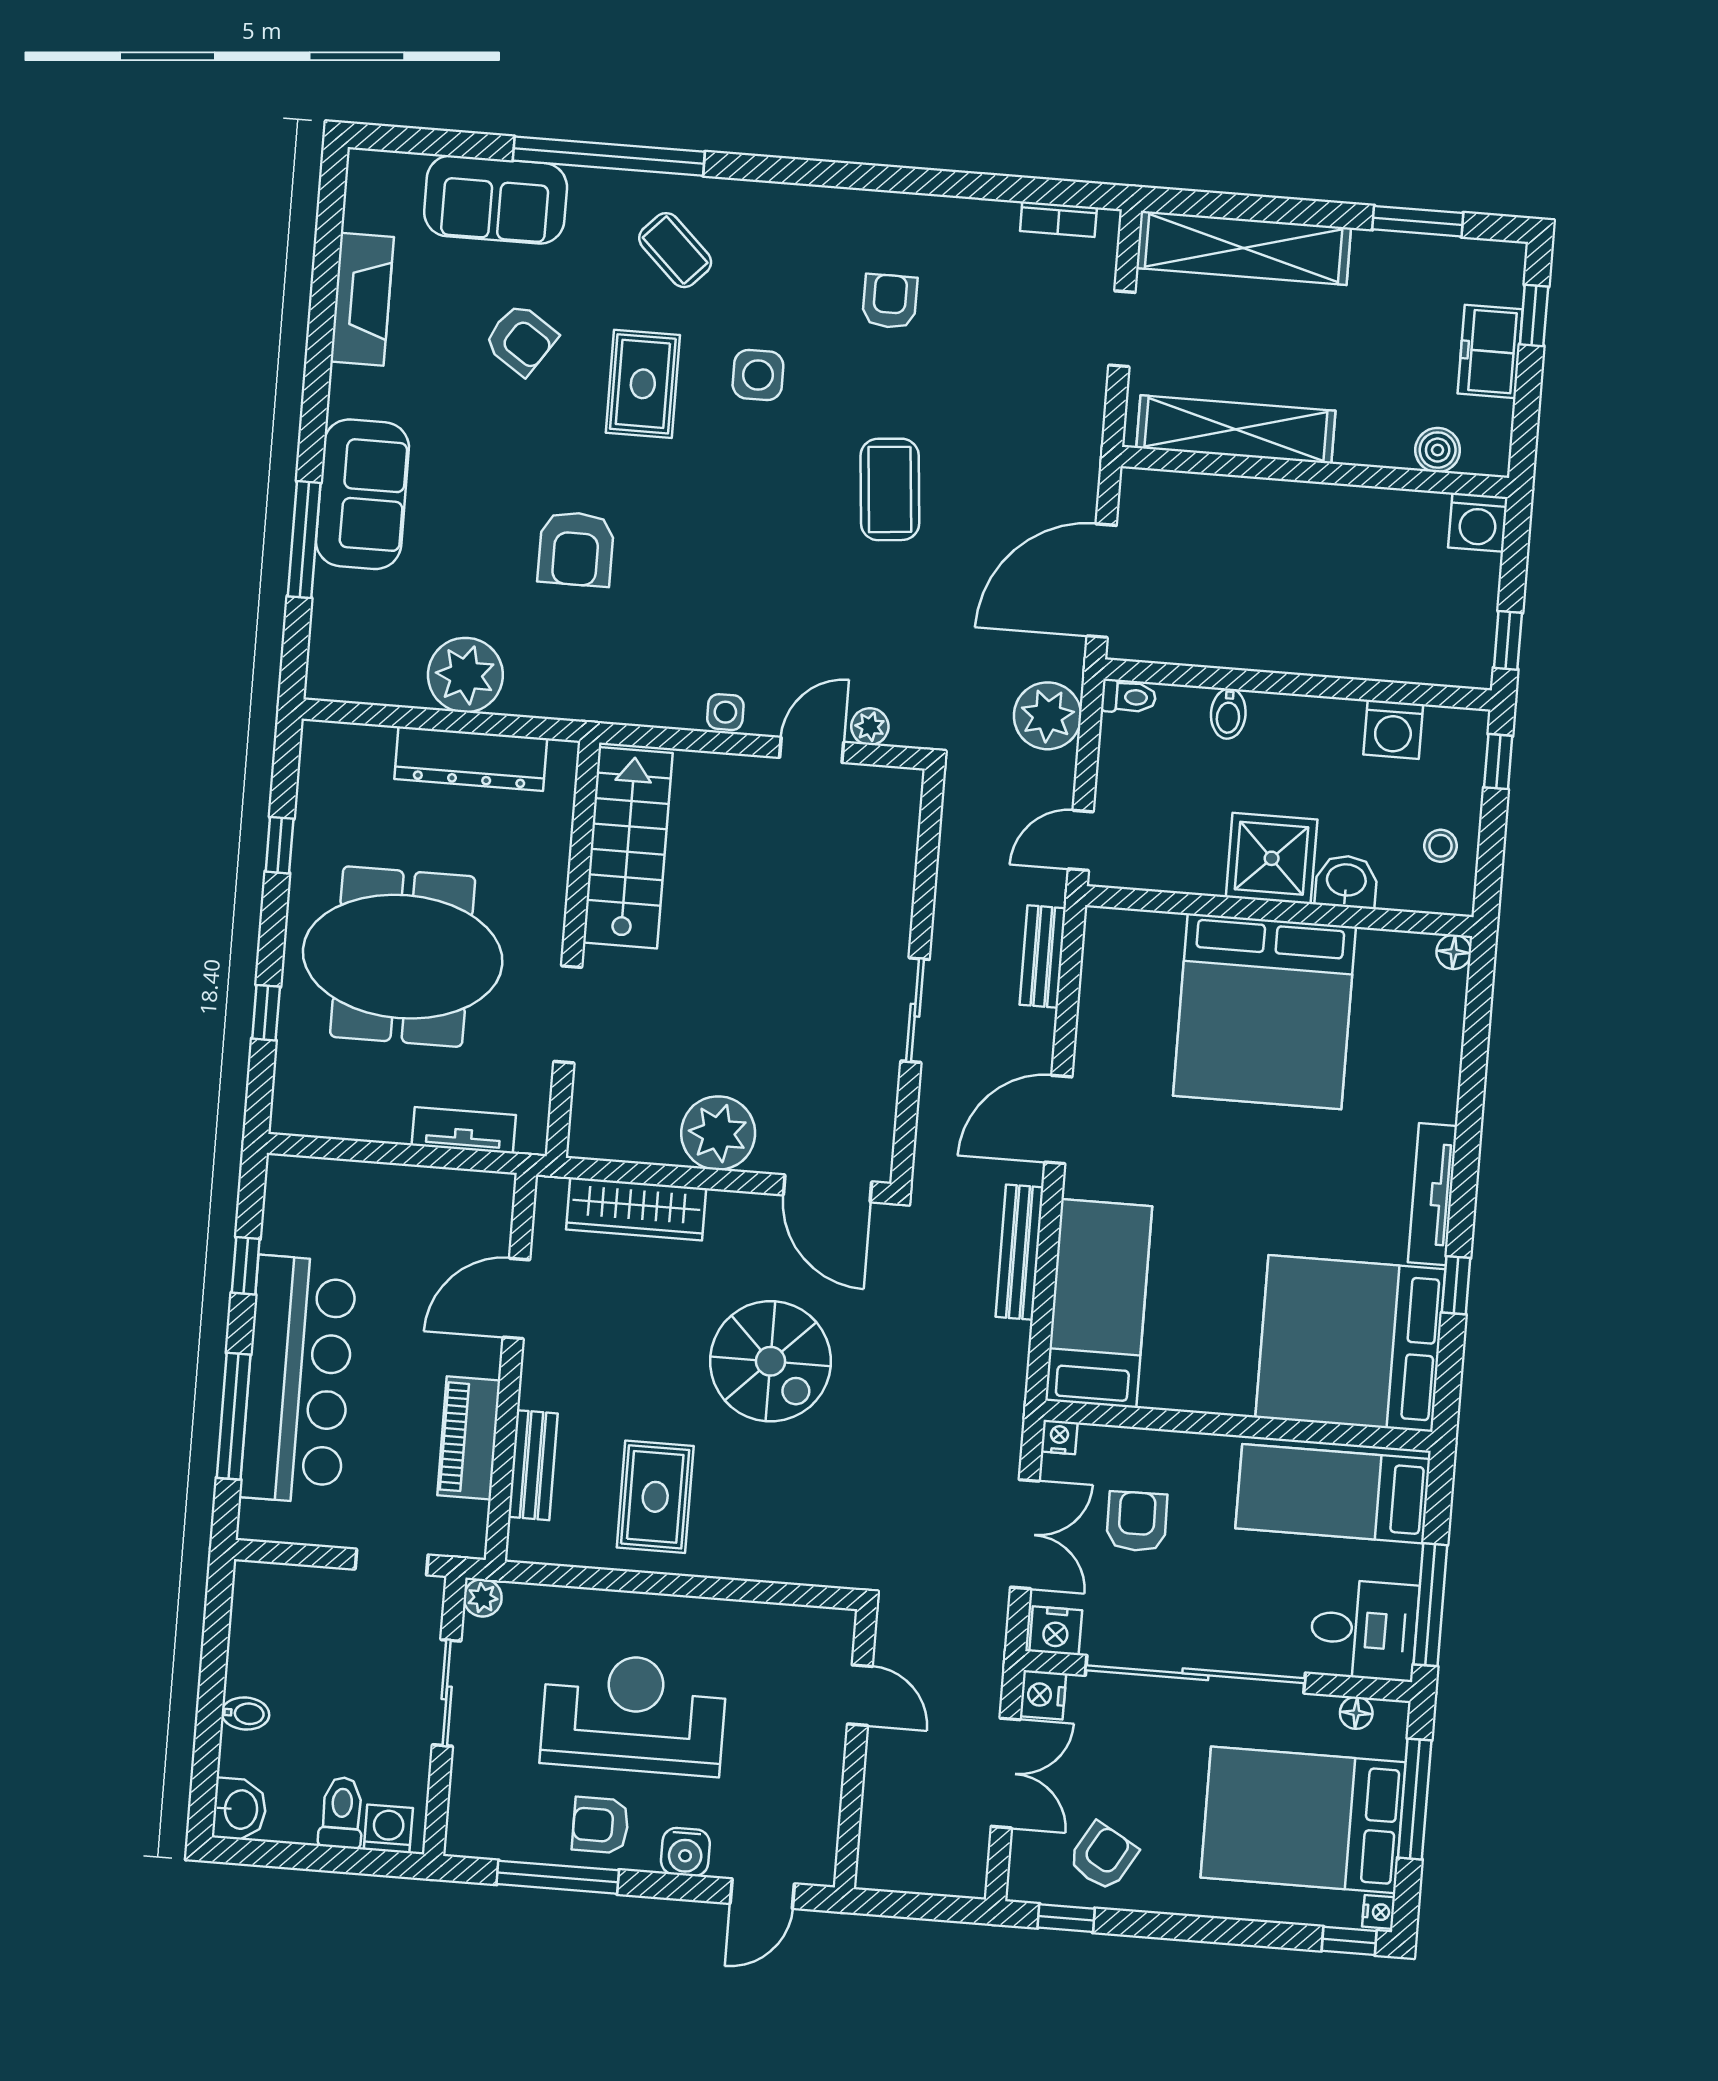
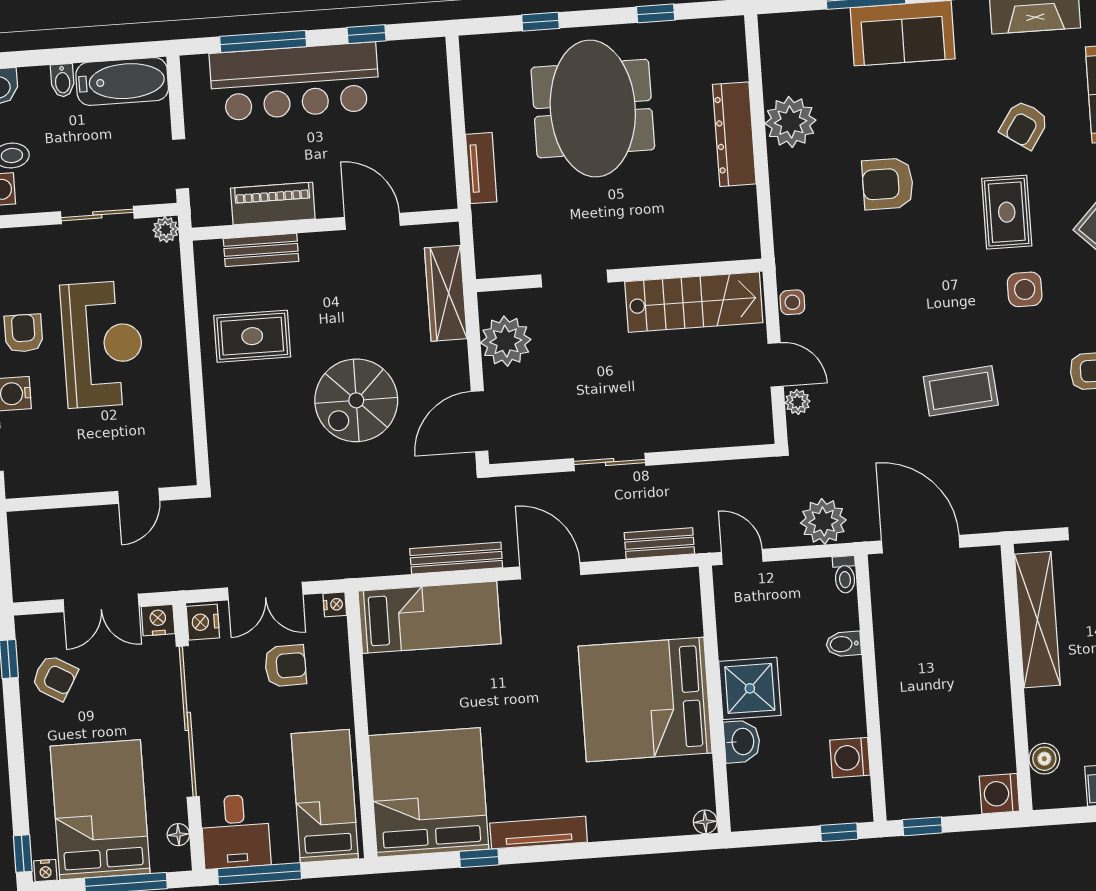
rug: (643, 384) -> (1007, 212), turned 90
stool: (1441, 846) -> (776, 802), removed
stairs: (628, 848) -> (694, 302), moved
wall: (573, 949) -> (619, 275), moved
doorway: (568, 1014) -> (574, 279), moved
bathtub: (260, 1628) -> (122, 81), added

